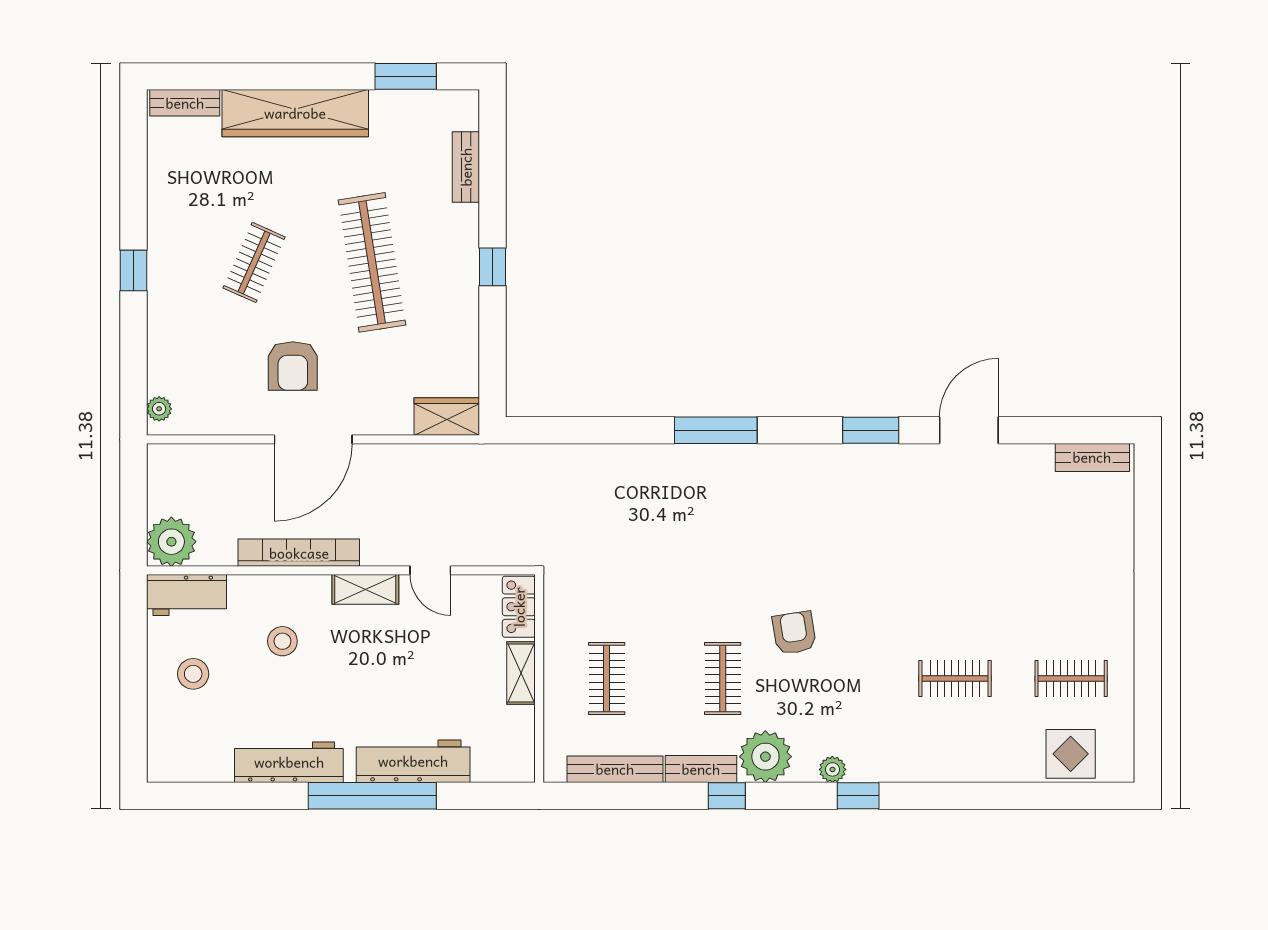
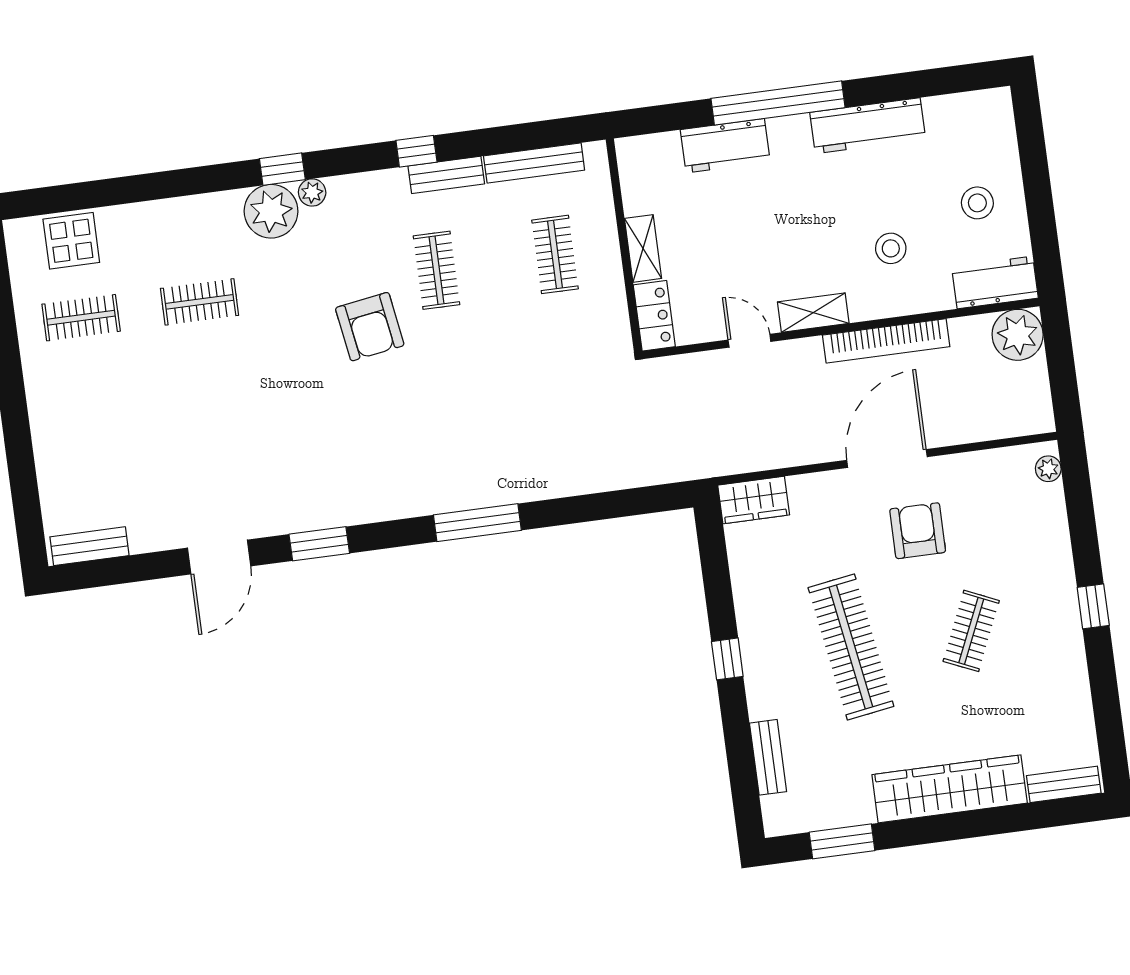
armchair: (794, 633) -> (370, 327), width x1.38, depth x1.38
plant: (765, 757) -> (271, 211), moved
workbench: (413, 761) -> (725, 146), width x0.73

